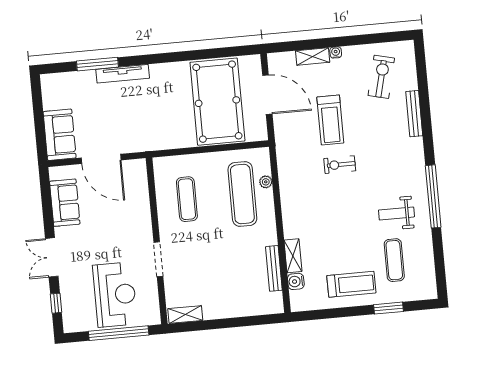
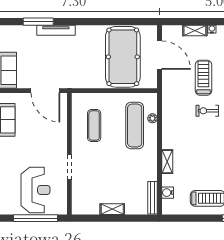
treadmill: (330, 120) -> (203, 78), turned 180
door: (101, 159) -> (45, 91), moved
shelving: (293, 256) -> (167, 162), moved
bench: (274, 268) -> (152, 198), moved
shelving: (185, 315) -> (112, 209), moved

